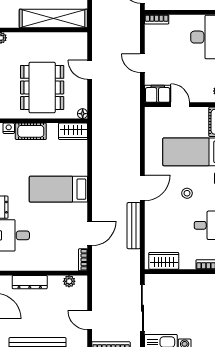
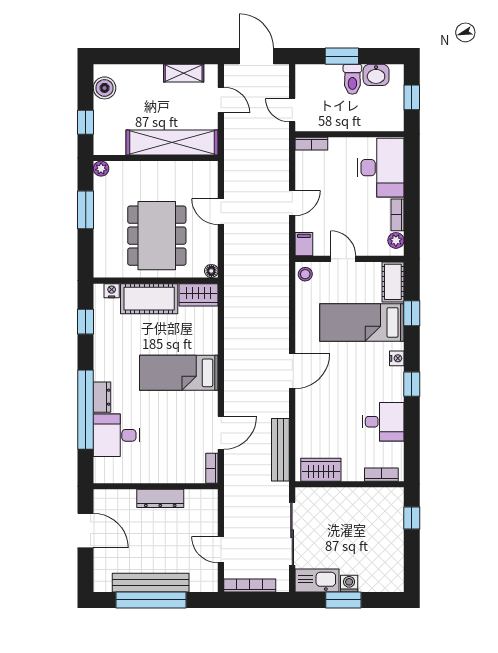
door: (142, 63) -> (292, 203), swing flipped
filing cabinet: (158, 94) -> (304, 244), width x0.50
cot: (31, 131) -> (149, 299), width x1.37, depth x1.34
stool: (187, 193) -> (305, 274), moved
bench: (134, 226) -> (280, 450), moved
plant: (69, 281) -> (193, 497), removed
dresser: (30, 282) -> (160, 498), moved

